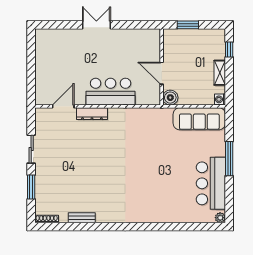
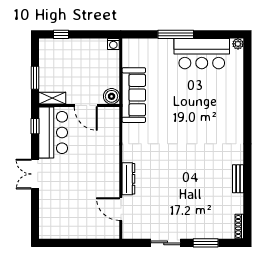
window: (142, 25) -> (35, 126), added
door: (162, 73) -> (86, 106), hinge flipped
shelving: (220, 73) -> (52, 98), moved
bar counter: (111, 92) -> (53, 132), moved, turned 180
sofa: (199, 119) -> (134, 95), moved
bench: (82, 218) -> (238, 179), moved

